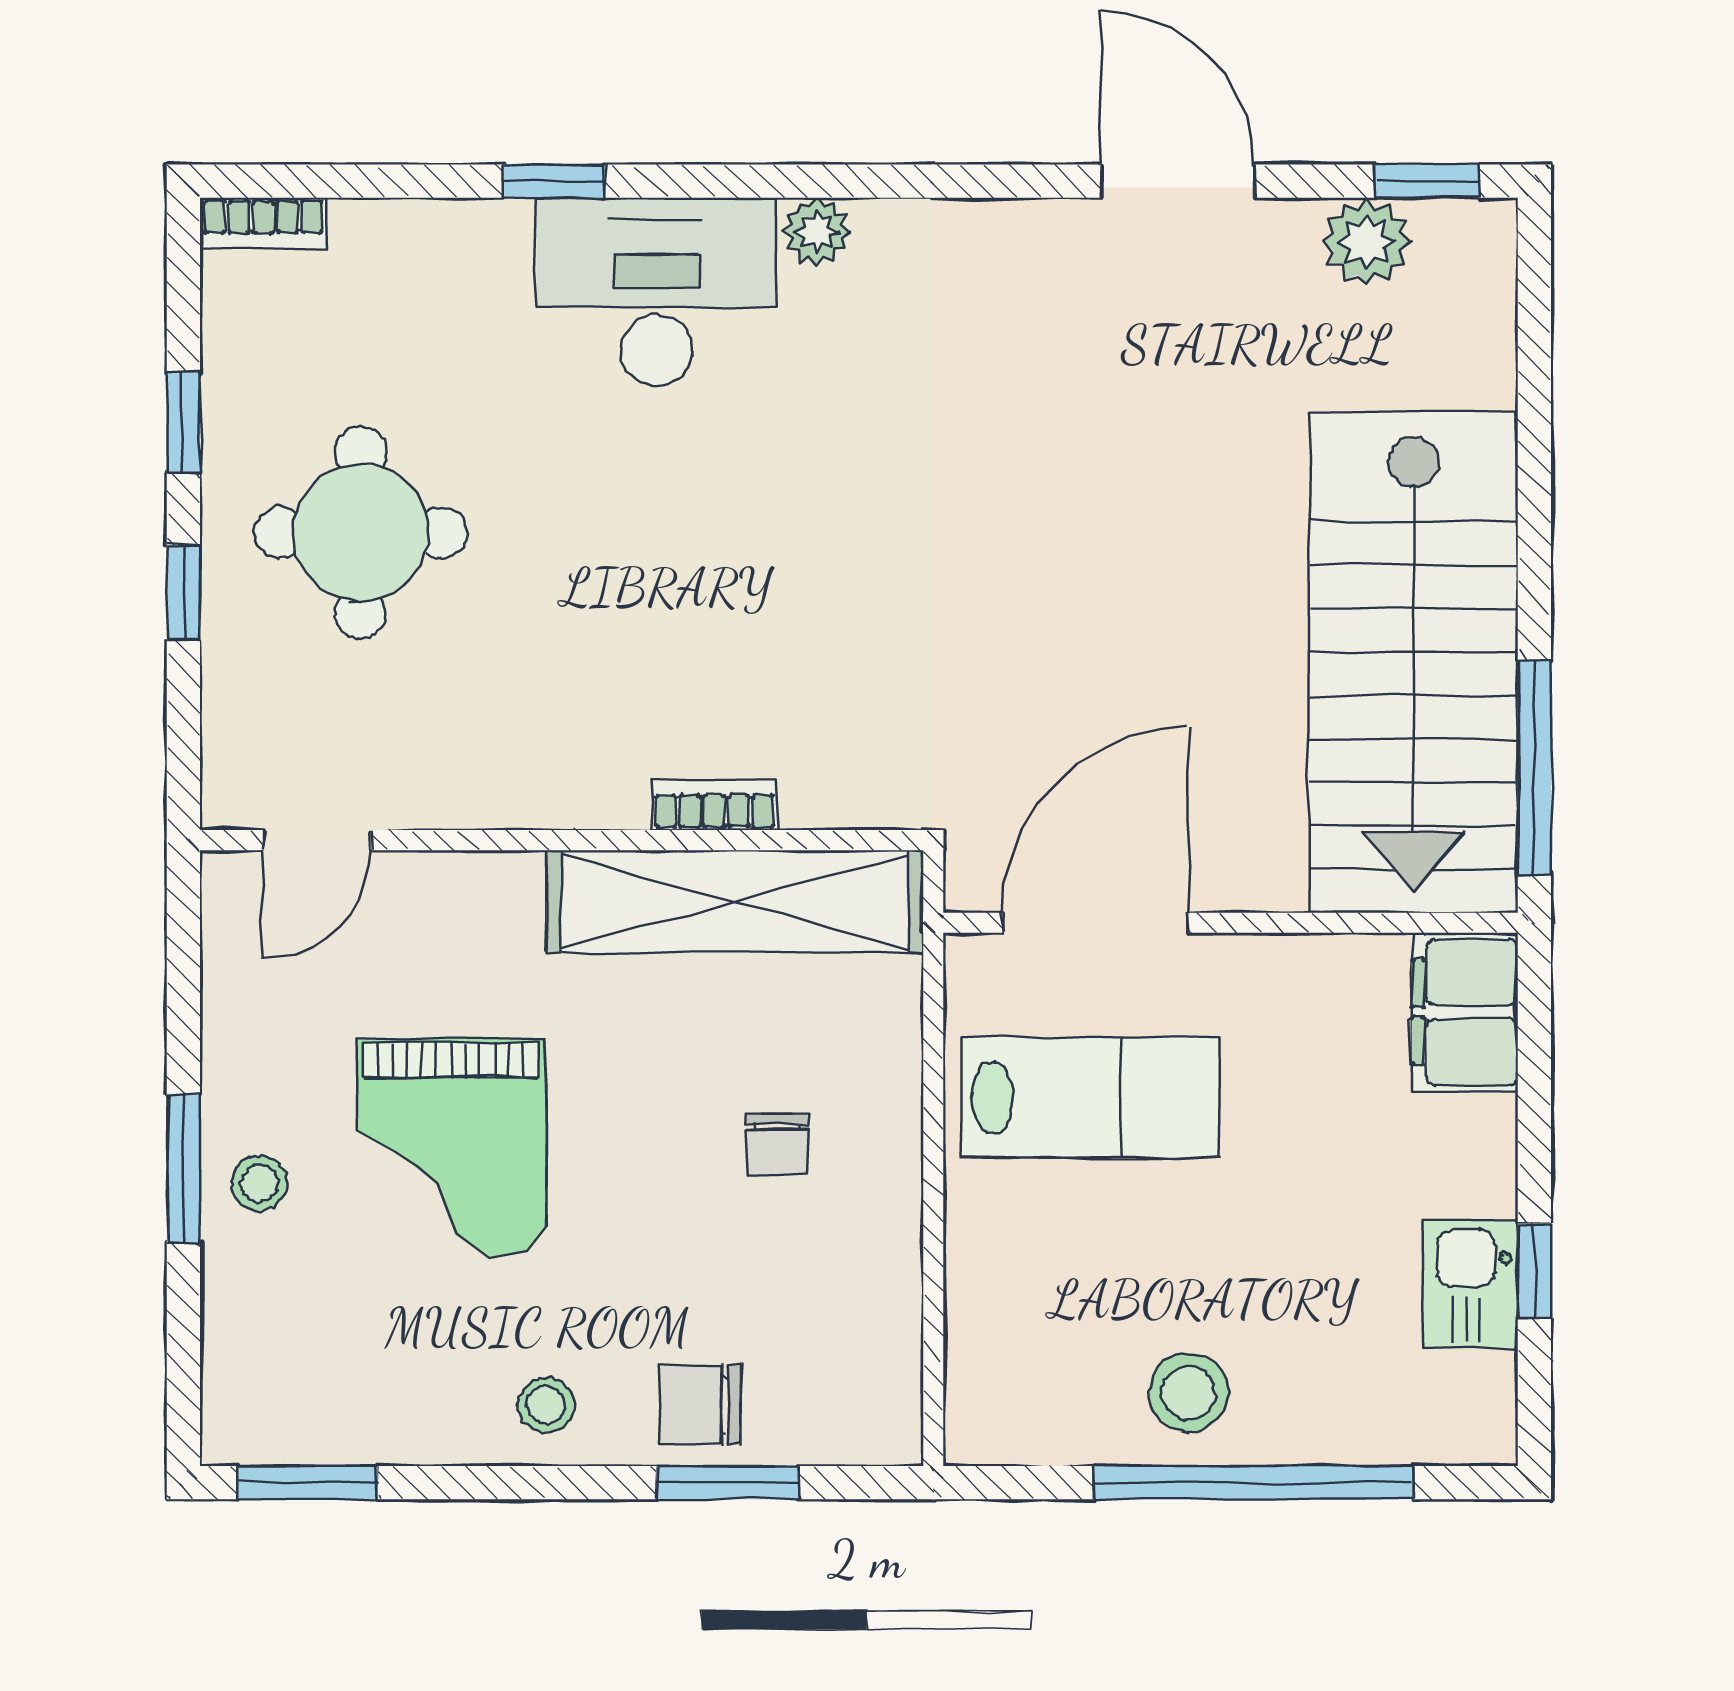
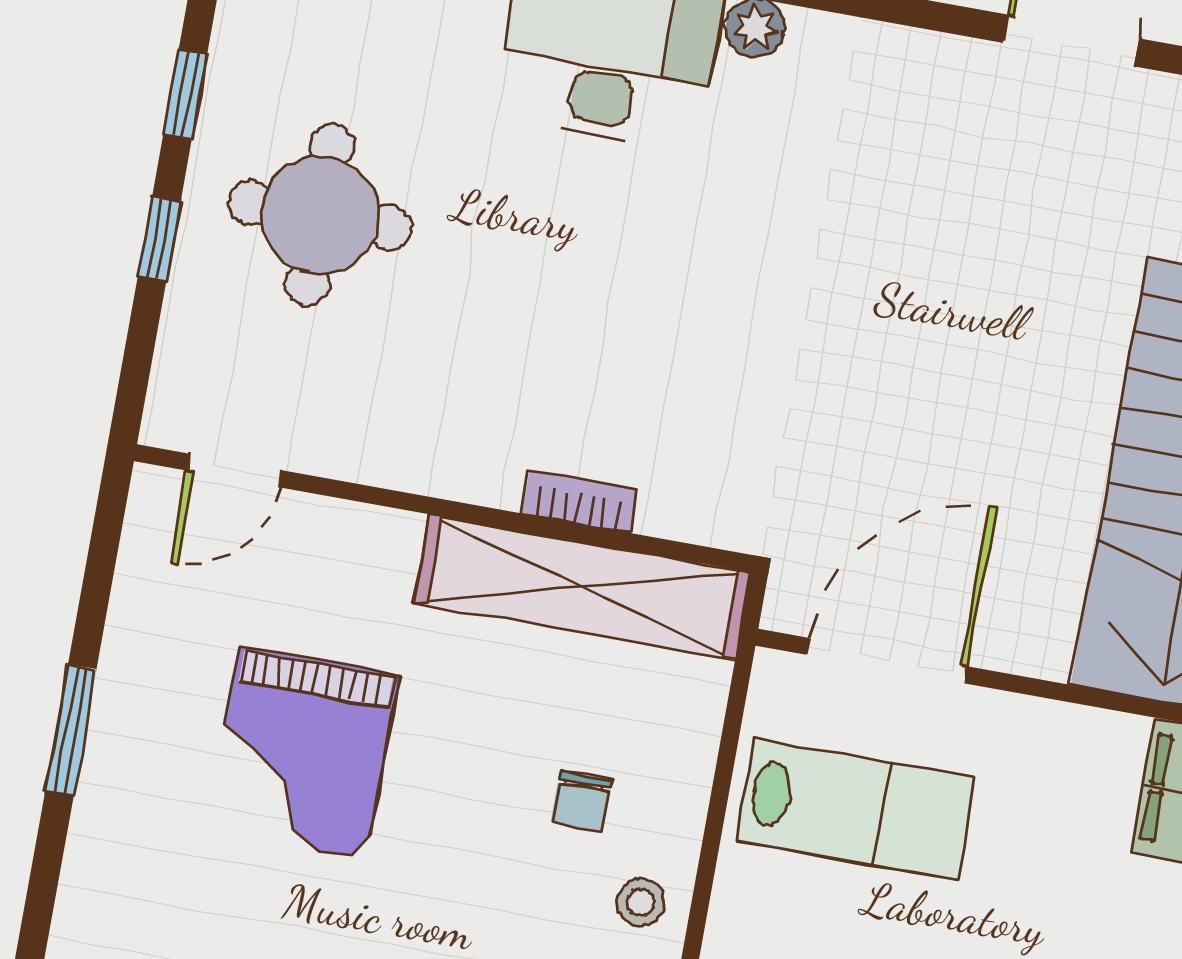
stool: (259, 1183) -> (641, 903), moved

